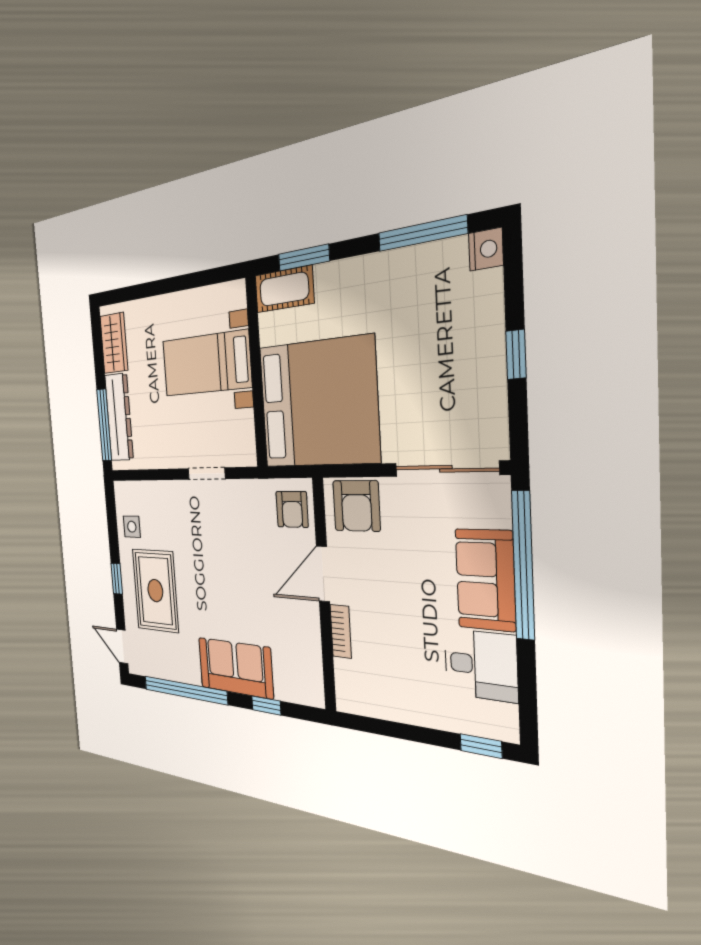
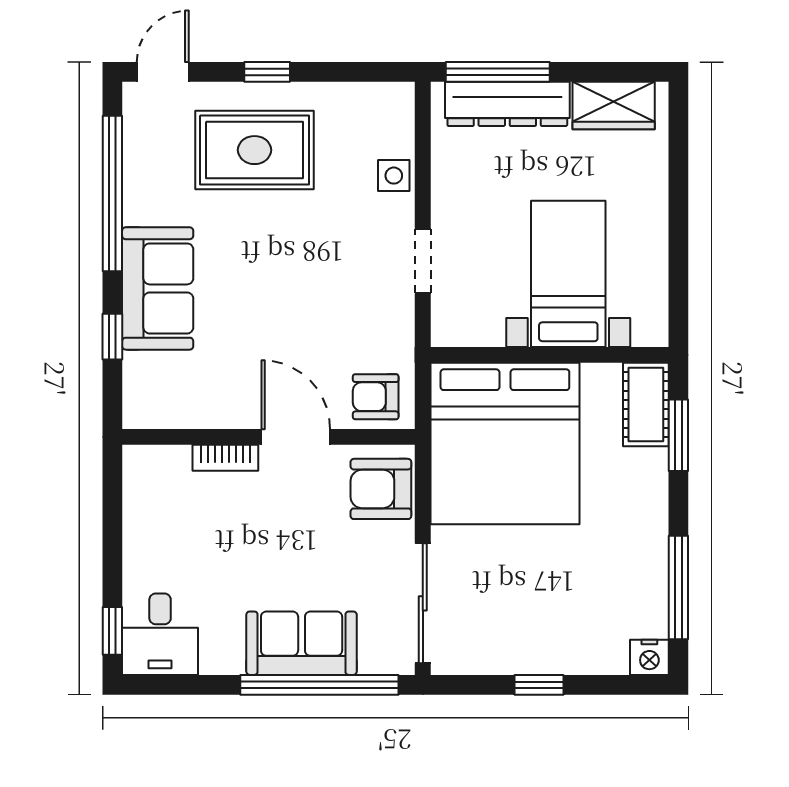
side table: (132, 527) -> (394, 176), moved
desk: (481, 665) -> (160, 634), moved

